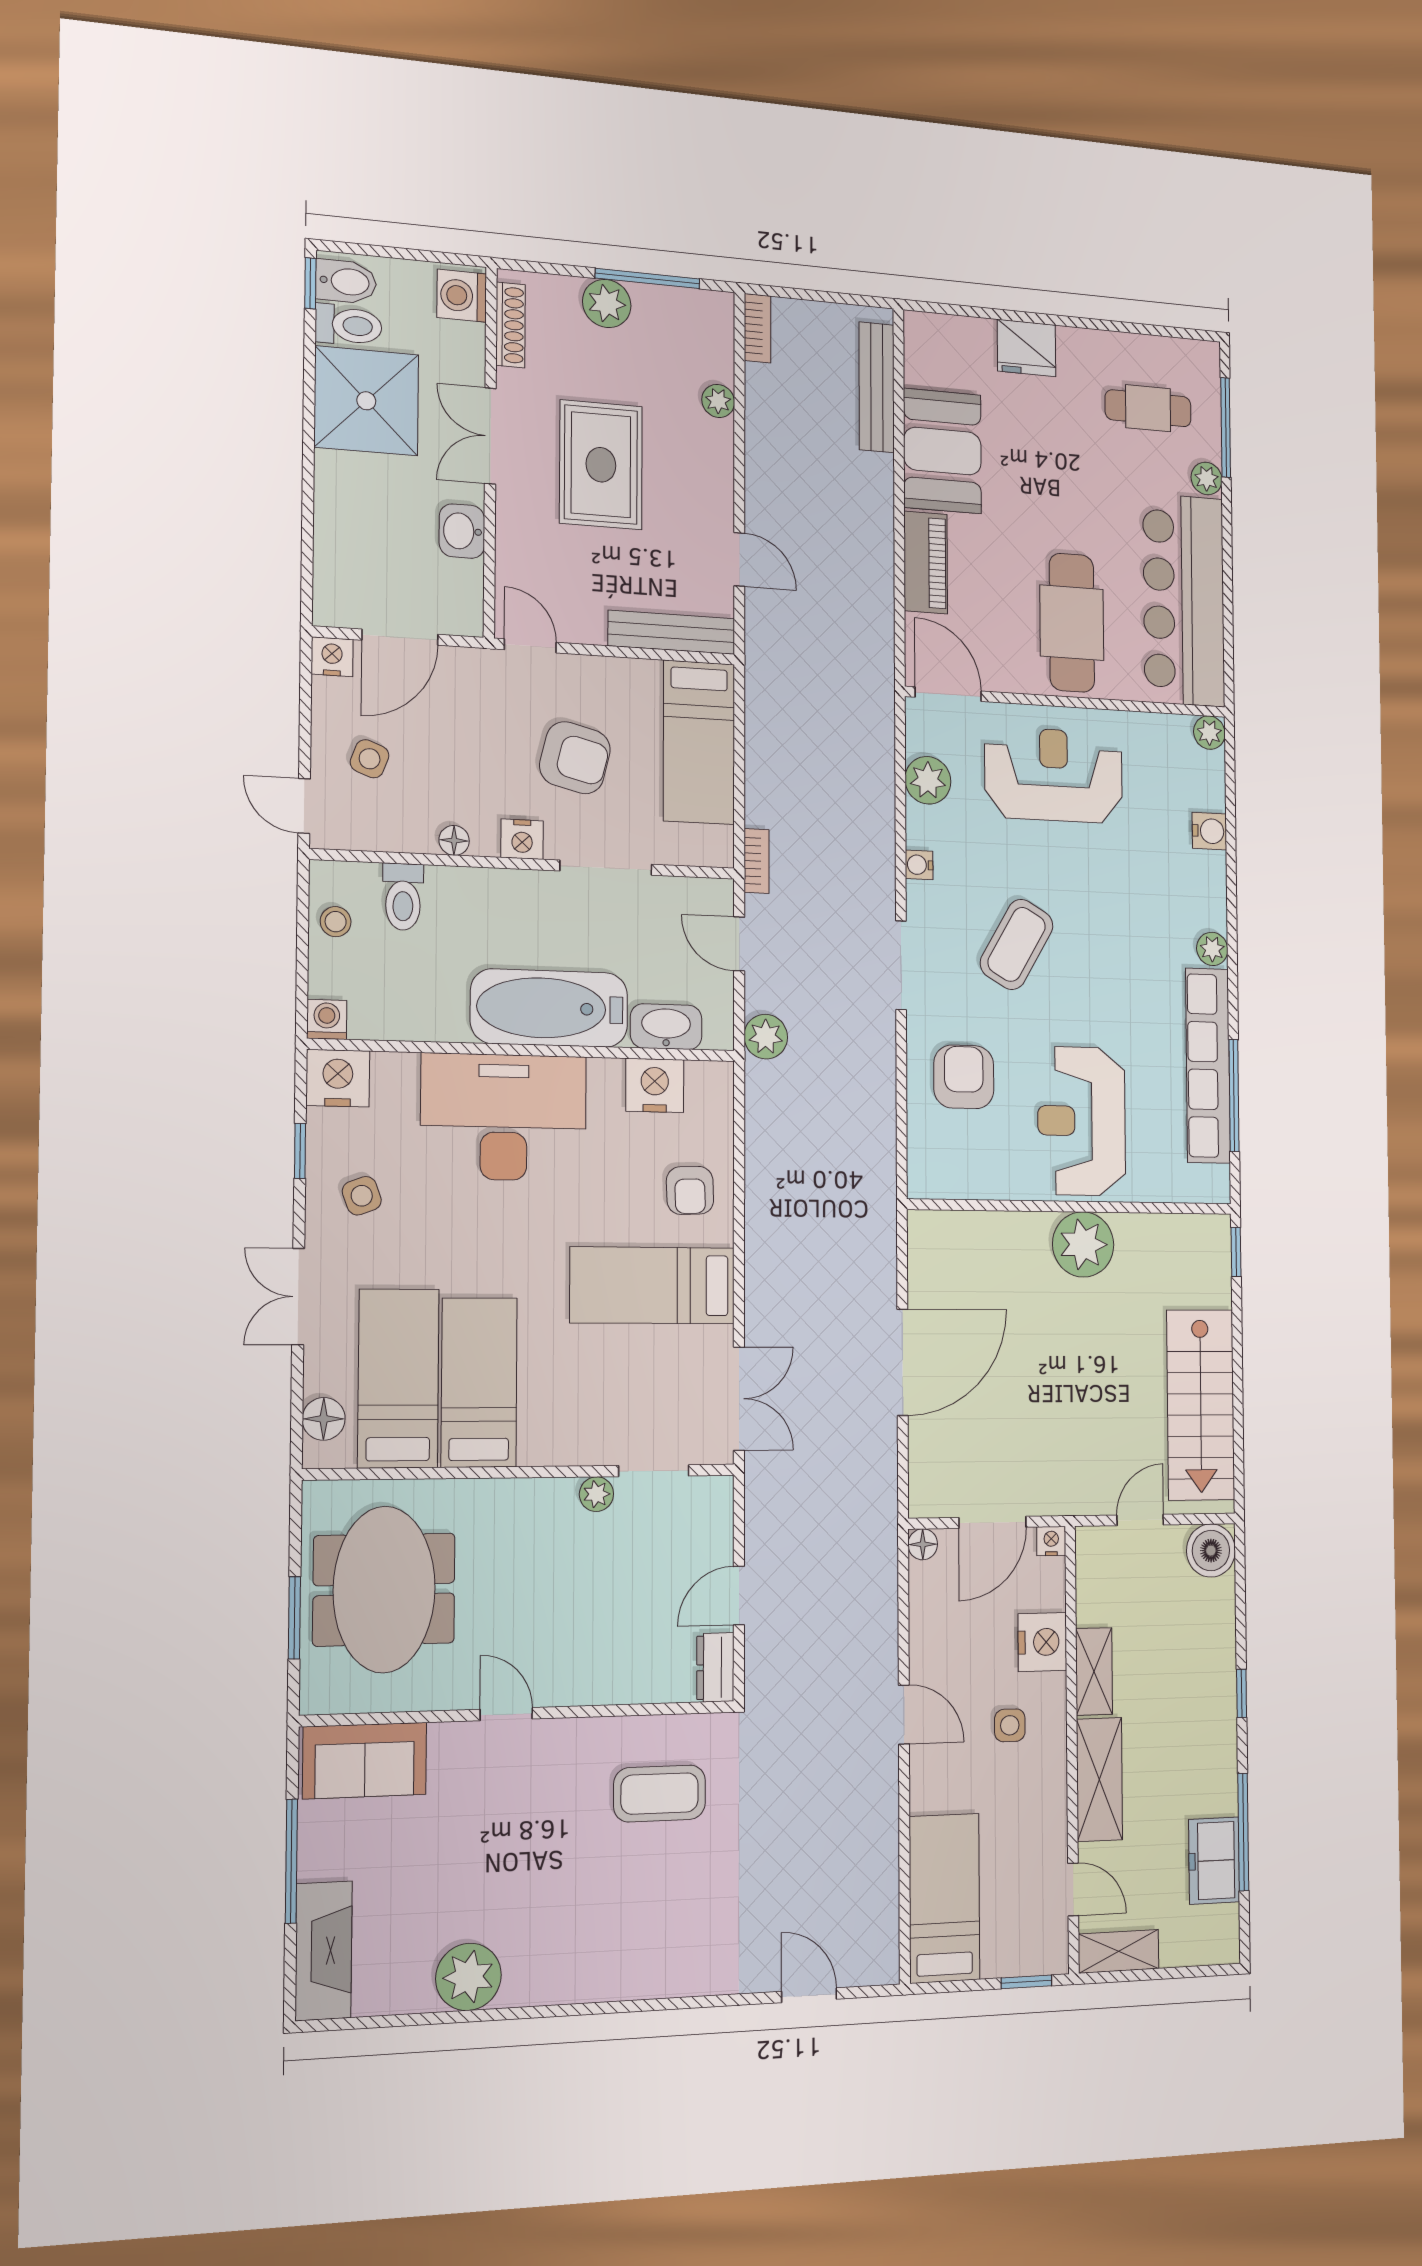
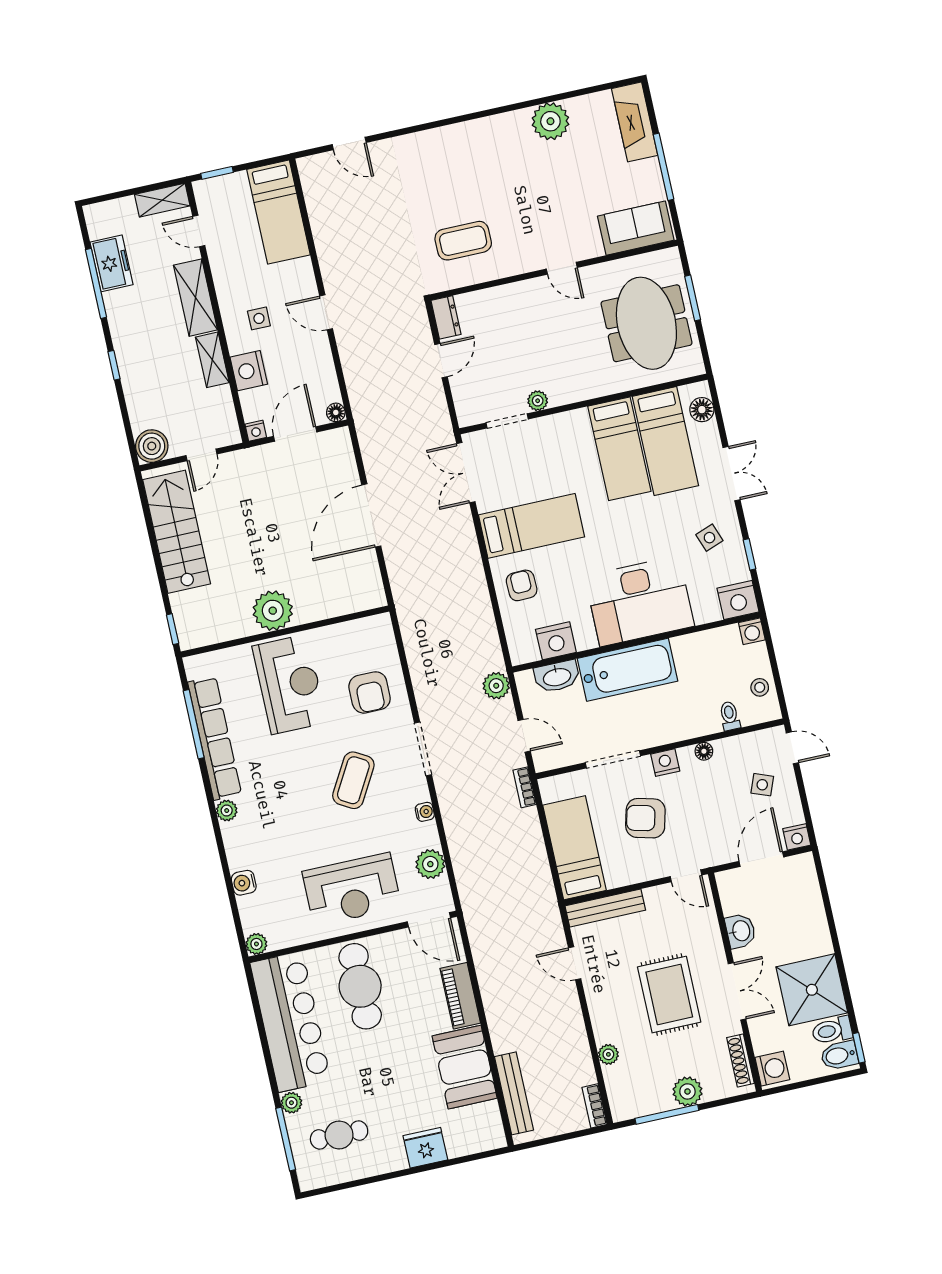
toilet: (403, 897) -> (730, 716), width x0.73, depth x0.72

